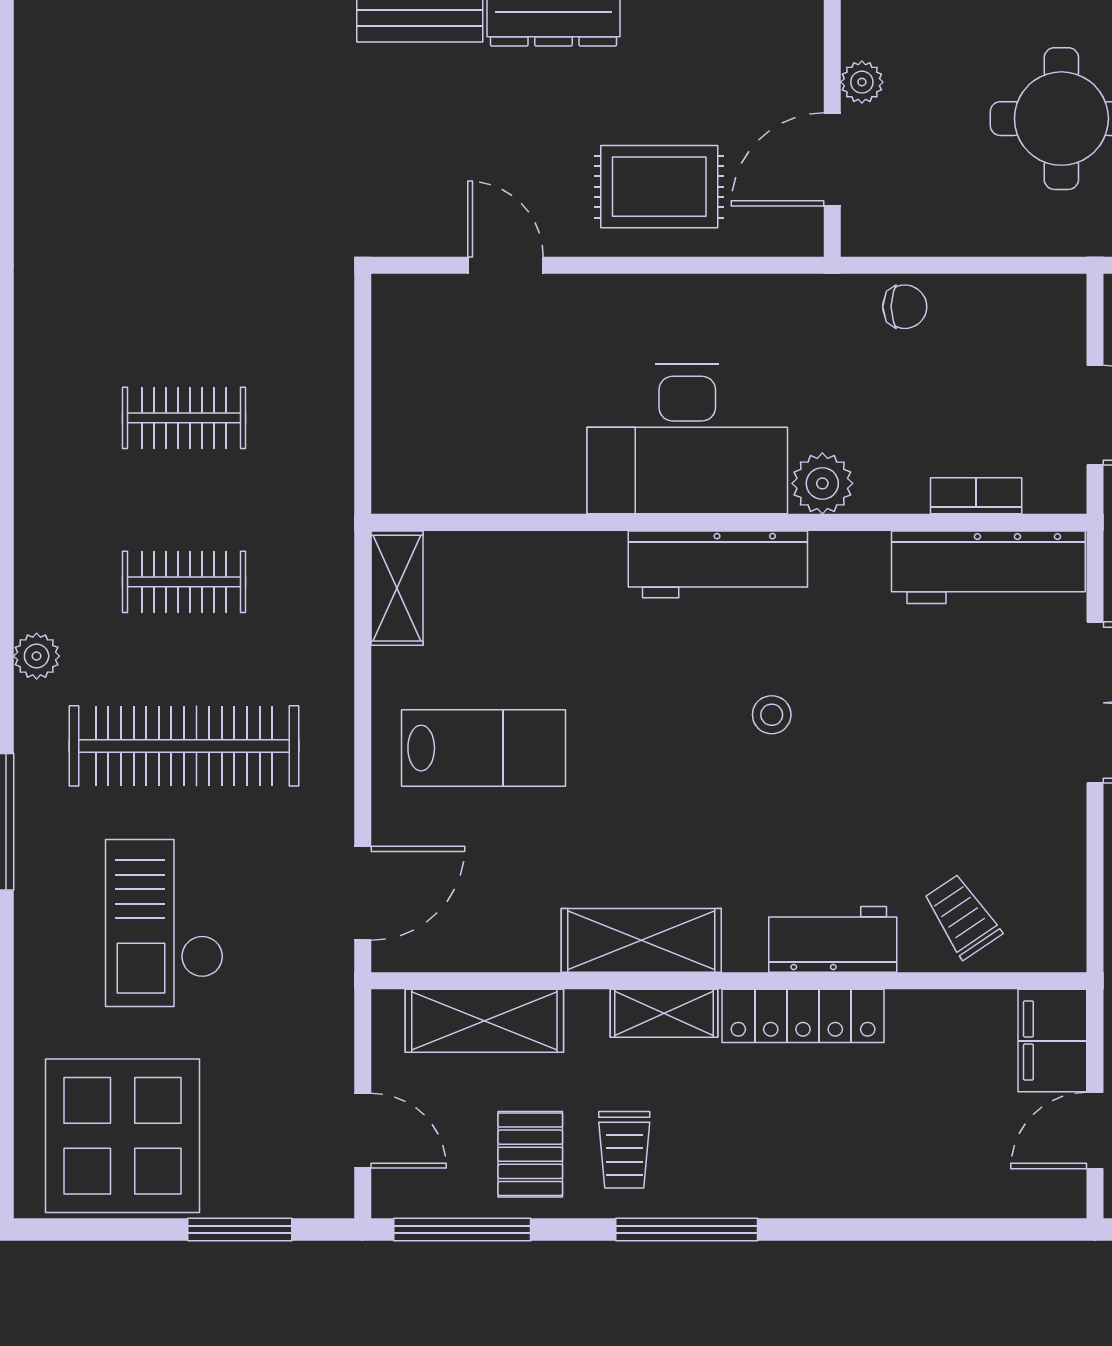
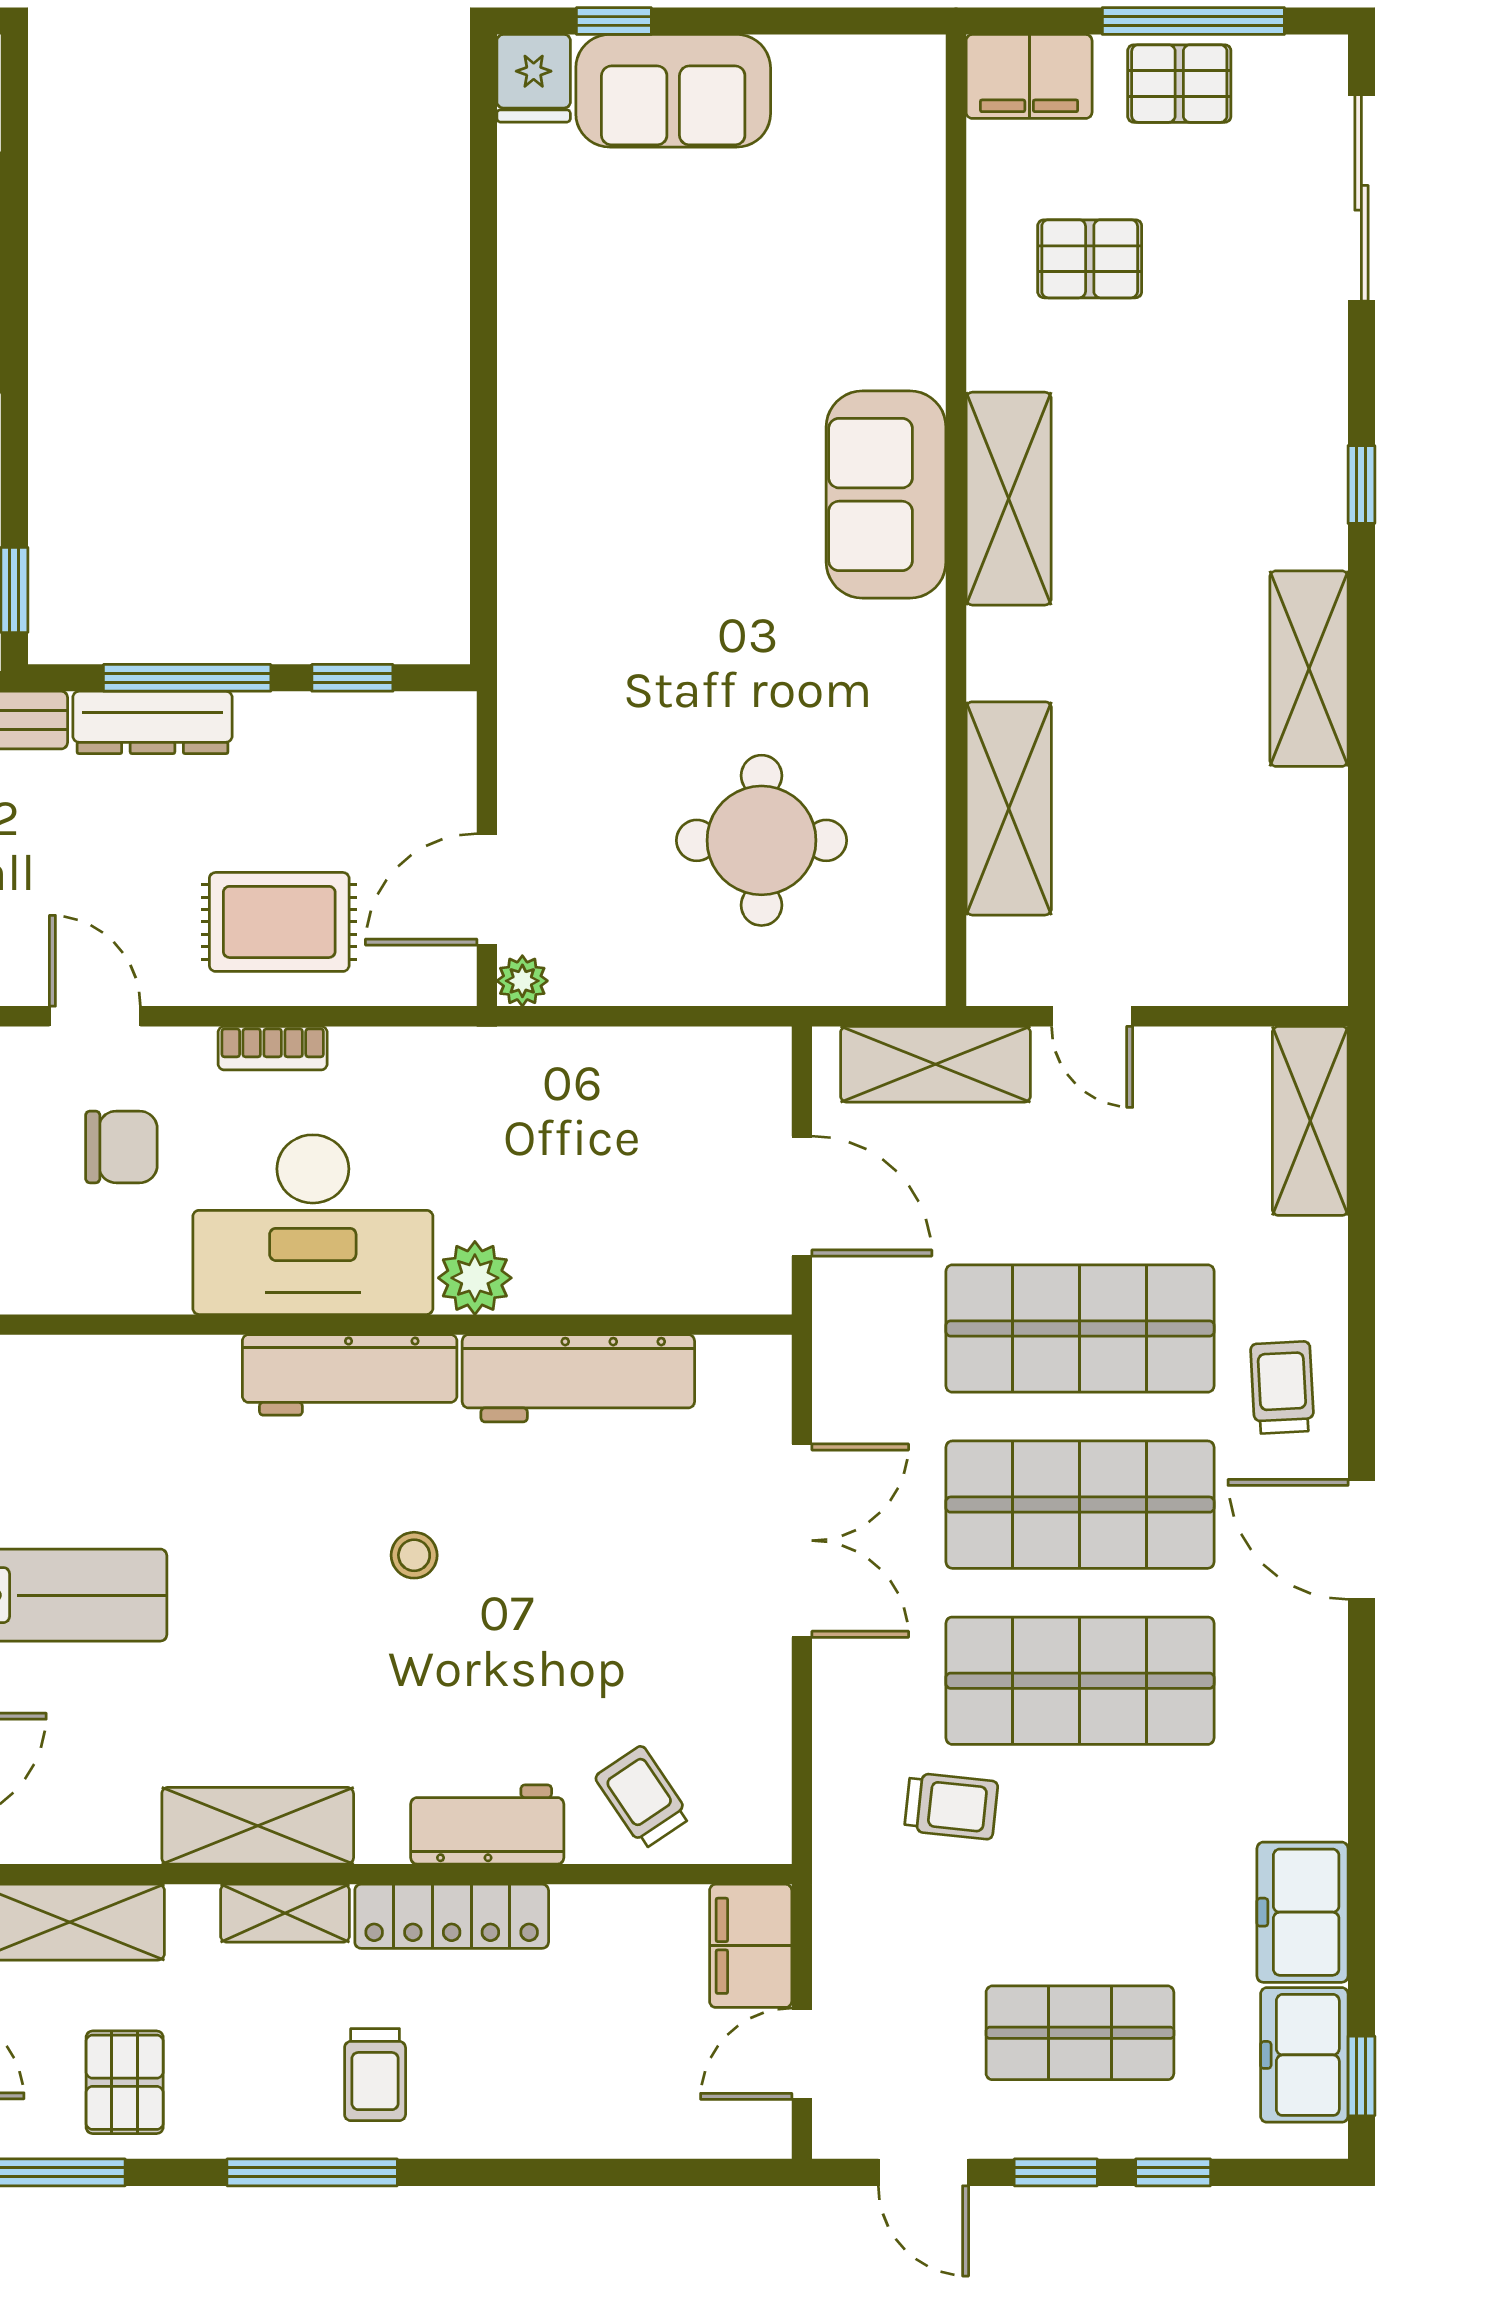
plant: (862, 82) -> (522, 981), moved
chair: (905, 307) -> (121, 1147), moved, width x1.37, depth x1.37
bookcase: (976, 496) -> (273, 1048), moved, turned 180
workbench: (988, 567) -> (578, 1378), moved
trolley: (624, 1150) -> (375, 2075), moved

